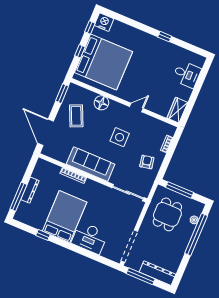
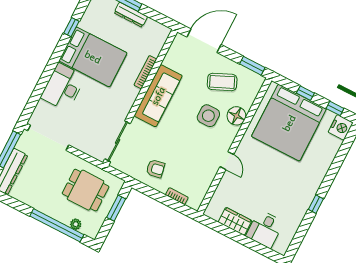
wardrobe: (177, 110) -> (235, 221), moved
side table: (120, 137) -> (208, 116), moved
window: (179, 190) -> (116, 208), width x0.69

